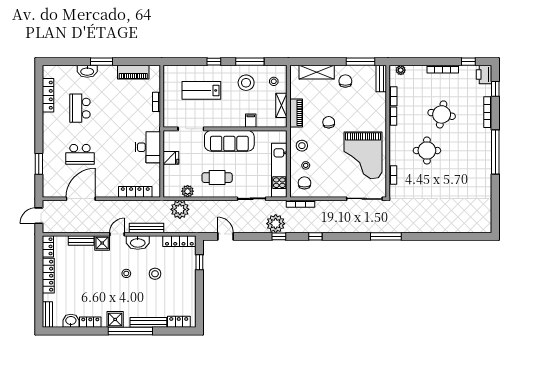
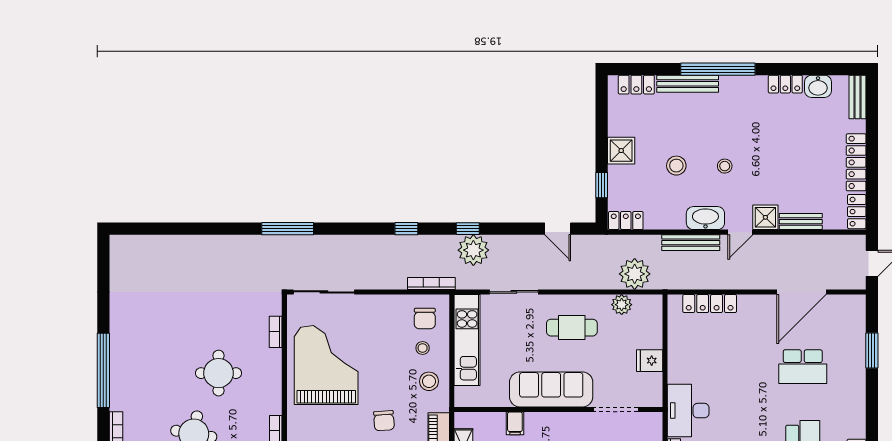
desk: (148, 147) -> (688, 411), moved
school desk: (80, 154) -> (803, 367), turned 180
locker: (179, 241) -> (626, 221), width x0.66
shower: (115, 319) -> (621, 151), moved

